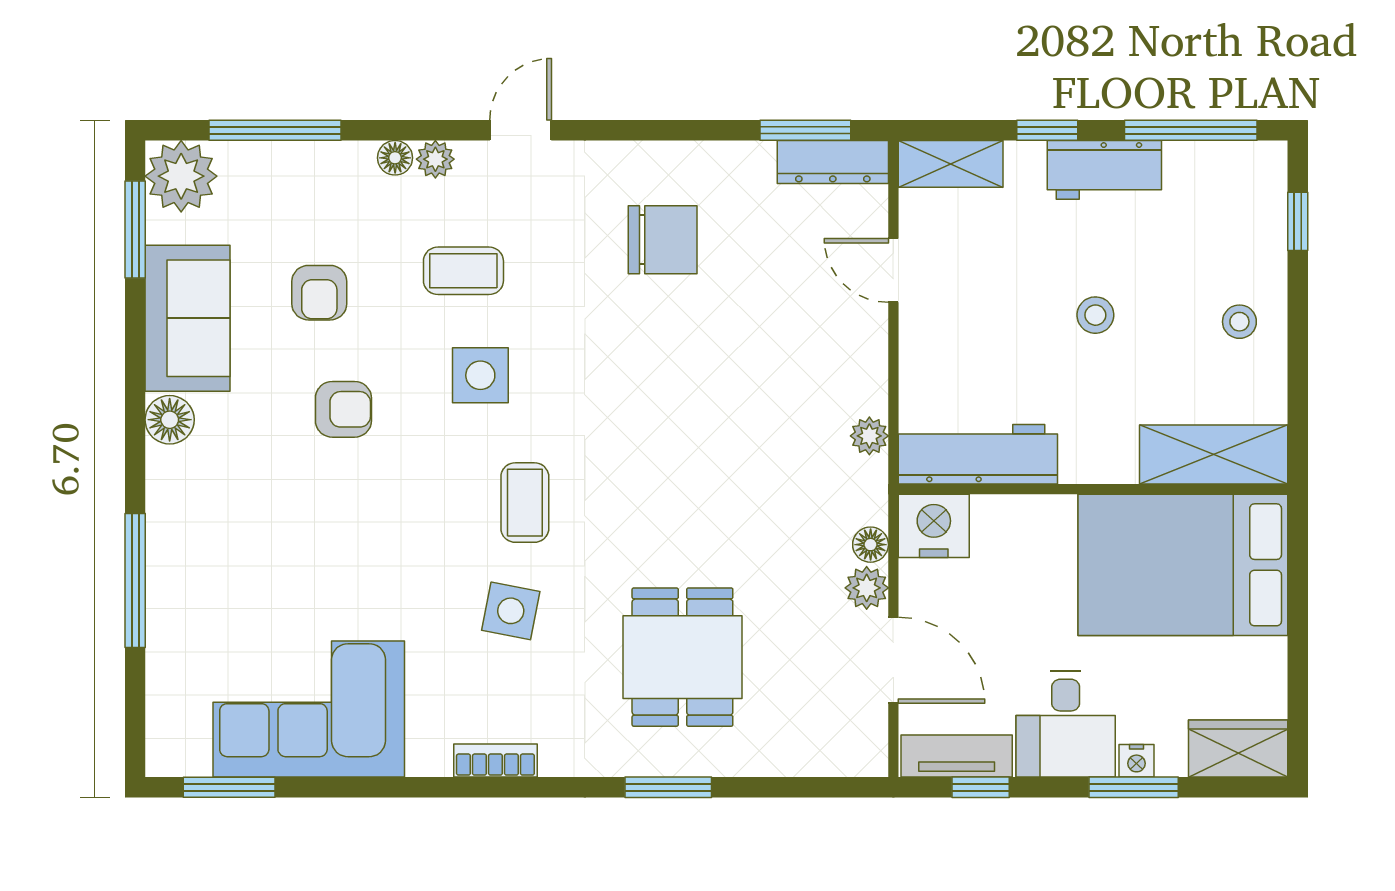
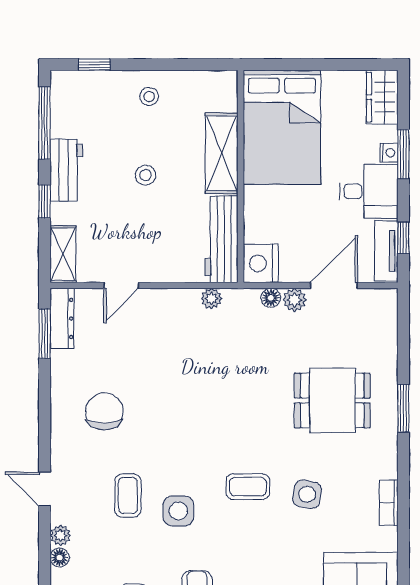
coffee table: (463, 271) -> (128, 495), moved
shelving: (1214, 454) -> (222, 153), moved

